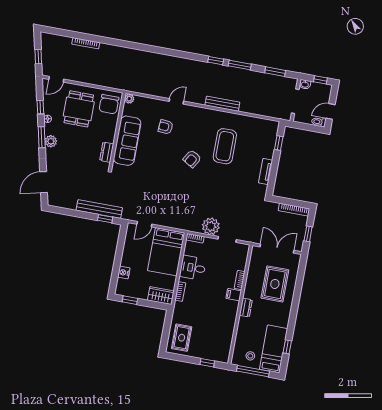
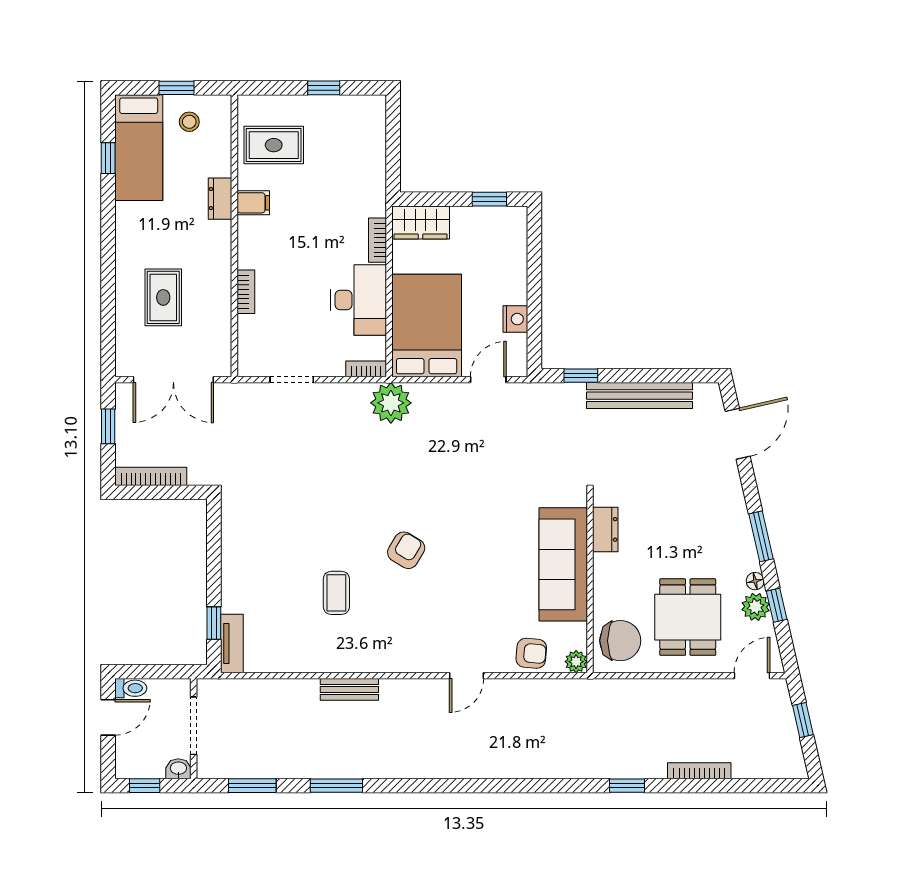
window: (216, 61) -> (627, 786), moved
chair: (109, 104) -> (620, 641), turned 90
bench: (222, 104) -> (349, 689), width x0.73
armchair: (166, 127) -> (531, 653), moved
plant: (51, 141) -> (756, 607), moved
coffee table: (225, 146) -> (336, 593), width x0.54, depth x0.58
tv unit: (266, 171) -> (232, 644), moved
bench: (99, 209) -> (639, 396), moved
plant: (211, 226) -> (391, 403), moved
desk: (193, 268) -> (359, 300), width x1.37
nightstand: (124, 272) -> (515, 319), moved
rug: (275, 284) -> (163, 297), width x0.73, depth x0.70
filing cabinet: (234, 295) -> (253, 203), moved
dresser: (246, 308) -> (220, 199), moved
rug: (182, 338) -> (274, 145), moved, turned 90
window: (207, 363) -> (324, 88), moved
window: (253, 371) -> (177, 88), width x0.46

